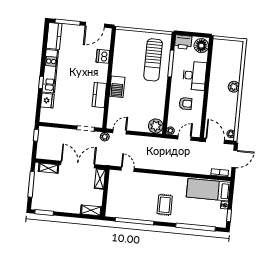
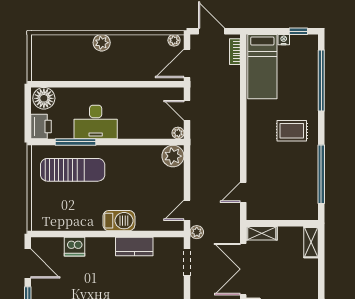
desk: (195, 76) -> (96, 122), moved, turned 180
armchair: (186, 104) -> (134, 114), removed
door: (120, 132) -> (187, 210), hinge flipped

